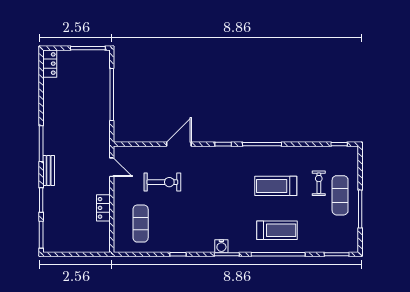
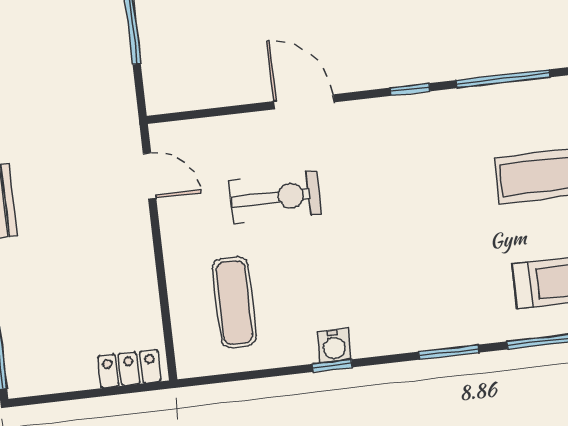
door: (179, 144) -> (304, 102), hinge flipped
locker: (103, 208) -> (129, 369), moved, turned 90
water cooler: (221, 246) -> (334, 346), moved

